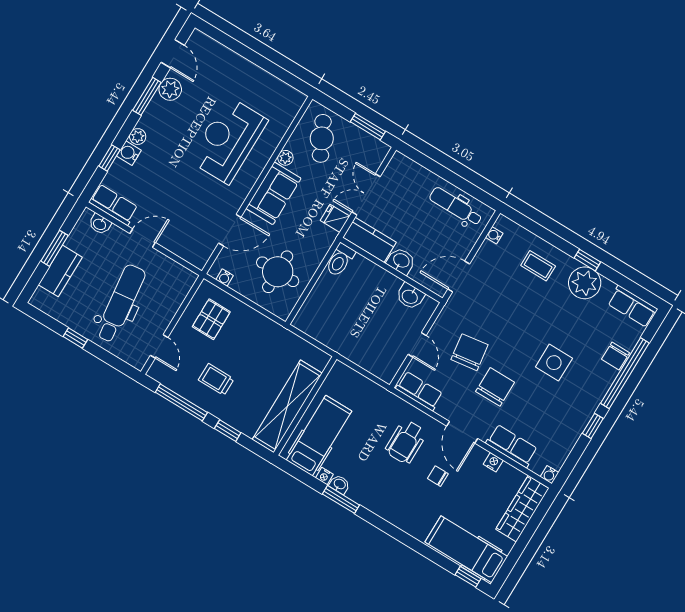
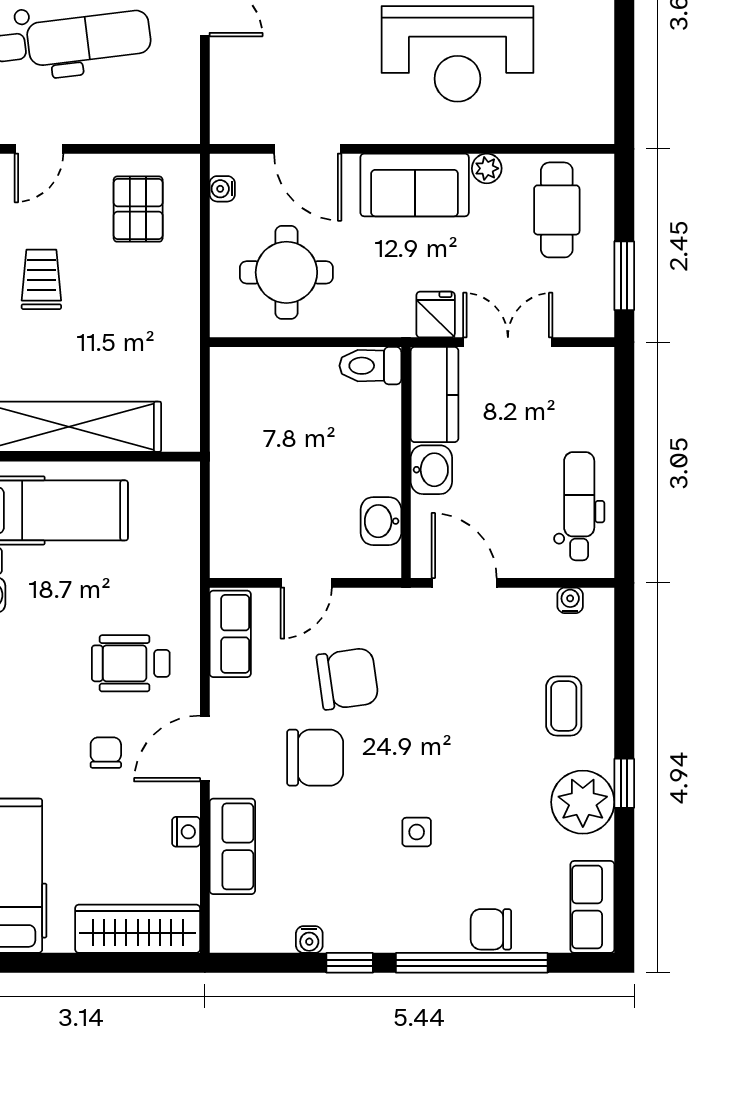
cafe table: (322, 138) -> (557, 210), turned -63
reception desk: (228, 140) -> (458, 54), turned 180
pallet: (211, 319) -> (138, 209), turned 90
side table: (554, 363) -> (417, 832), width x0.54, depth x0.54
water cooler: (549, 475) -> (309, 939), moved, turned -90

